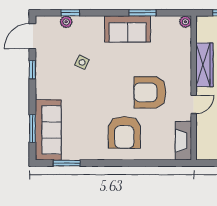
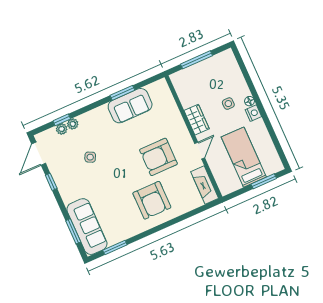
plant: (185, 22) -> (73, 124), moved
sofa: (128, 29) -> (130, 106), moved
wardrobe: (204, 65) -> (197, 120), width x0.67

